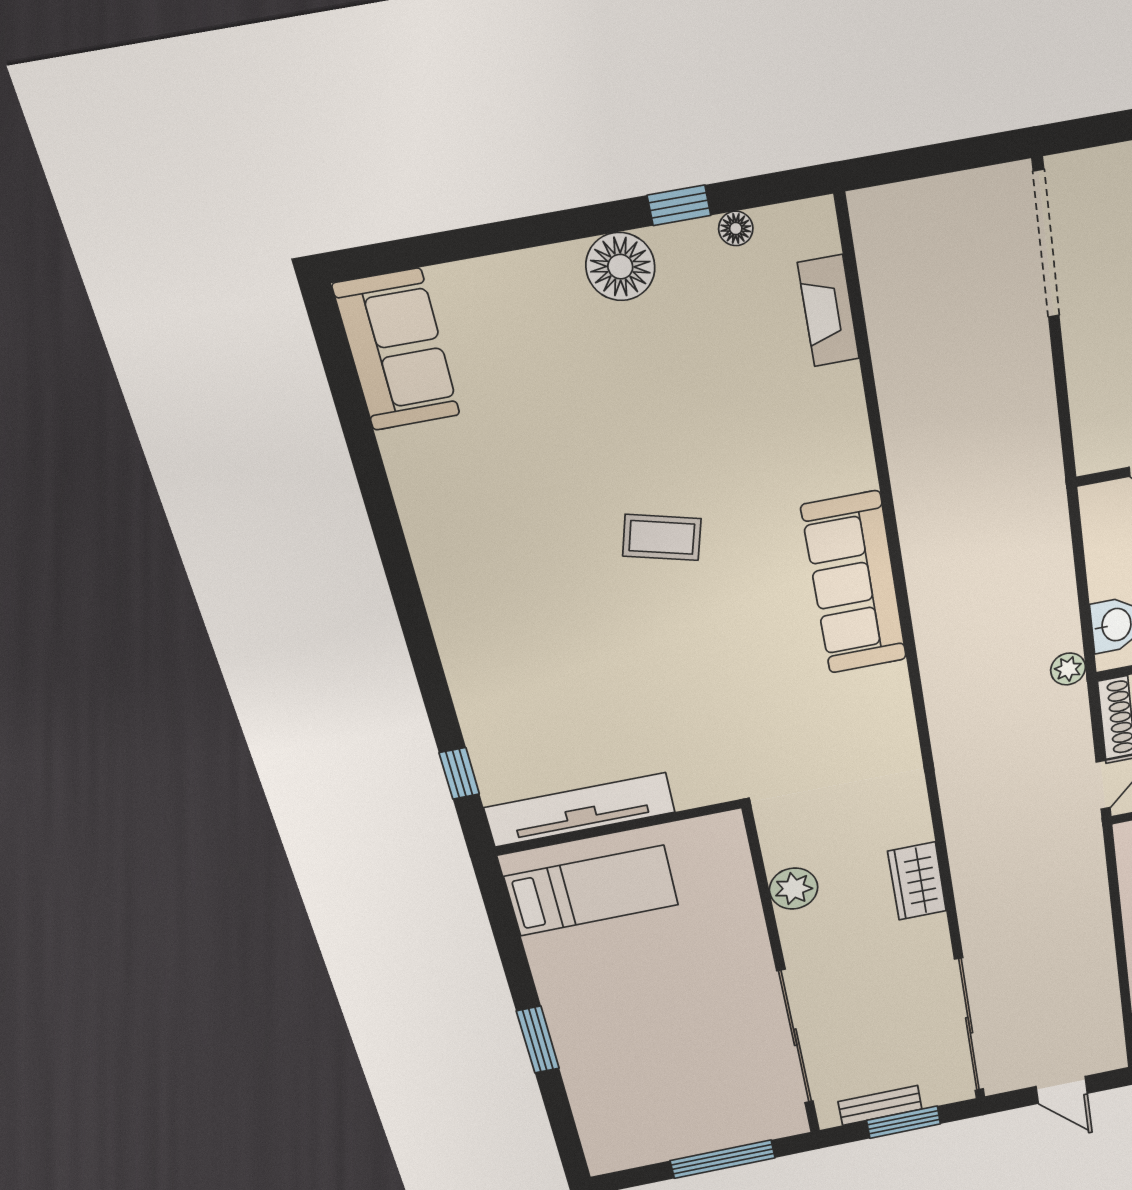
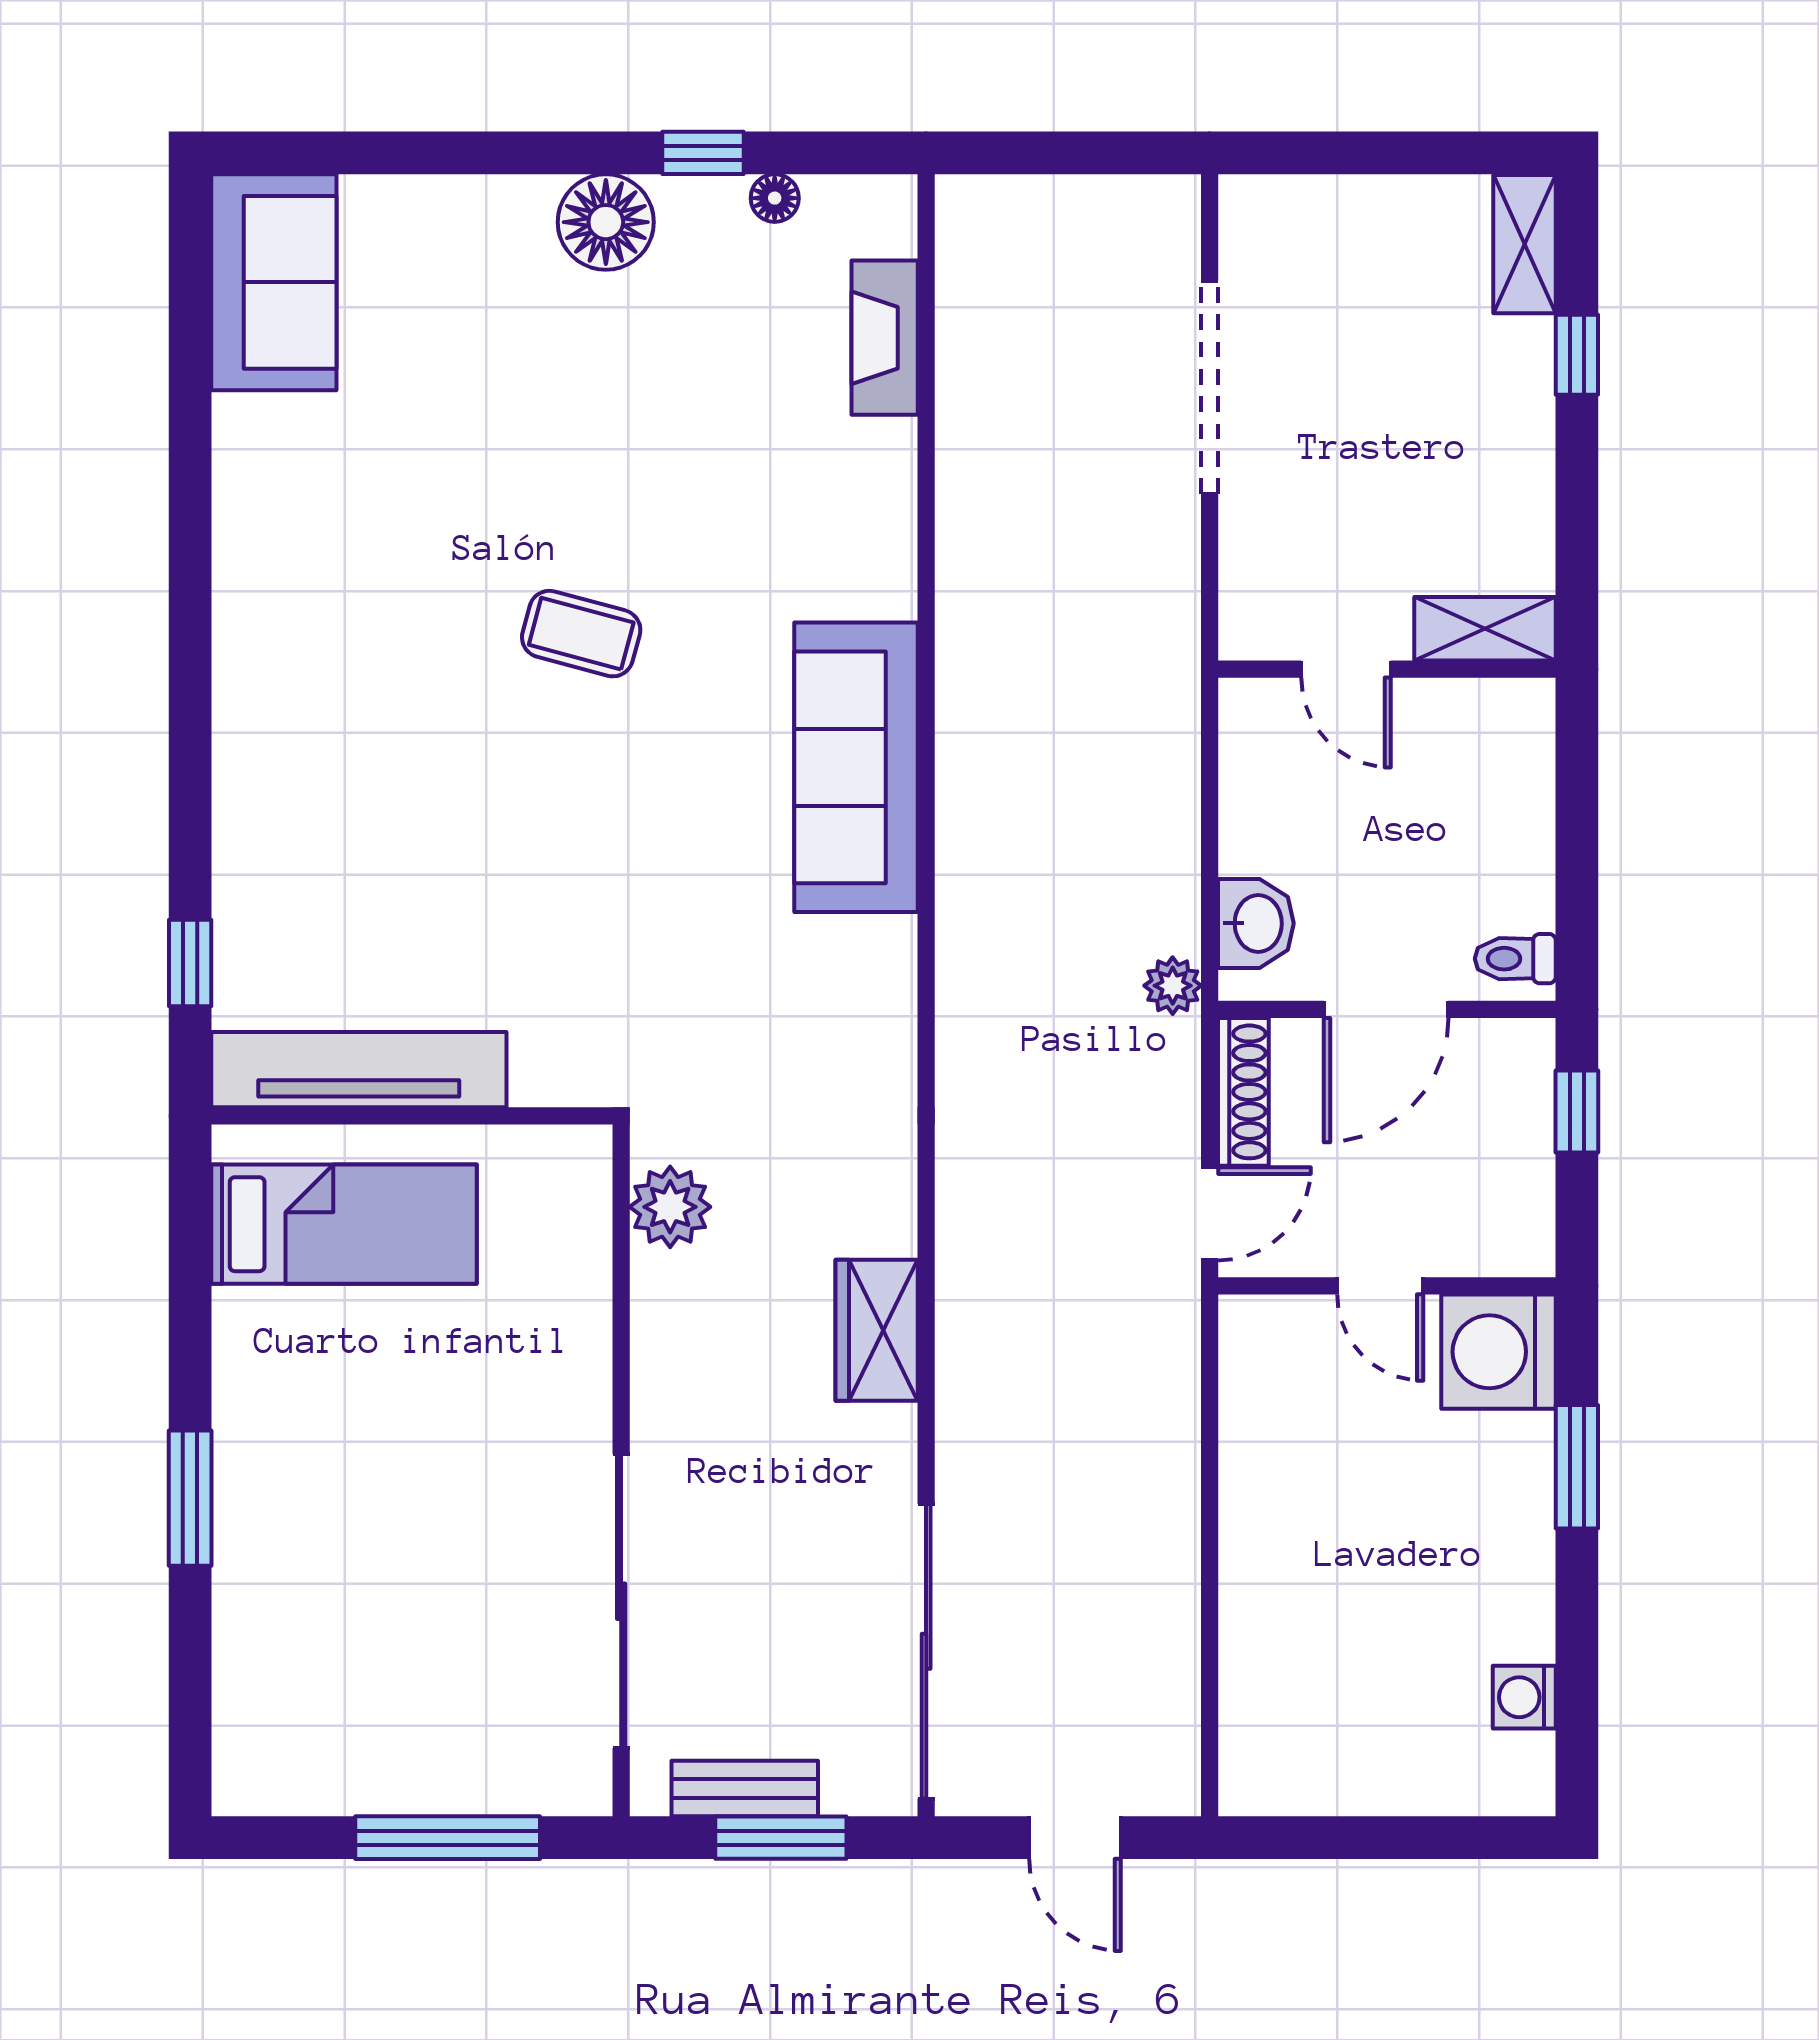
doorway: (1046, 244) -> (1210, 387), moved
plant: (794, 889) -> (670, 1207), moved

